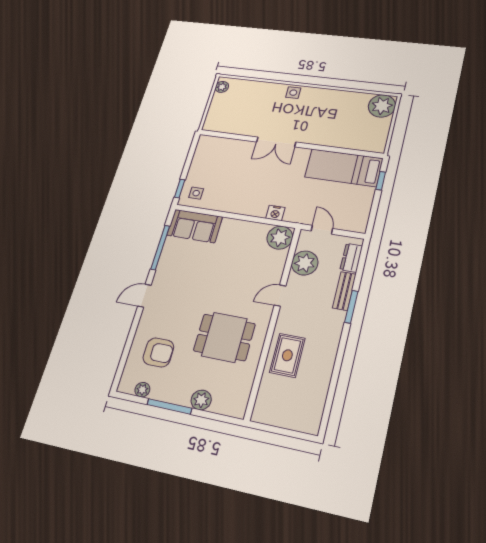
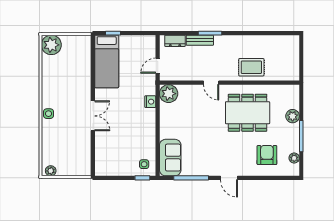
plant: (305, 263) -> (184, 72), removed
dining table: (224, 337) -> (248, 113), width x1.38

